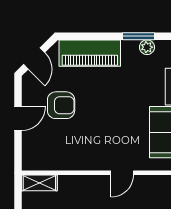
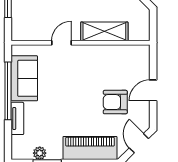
shelving: (39, 183) -> (104, 31), moved, width x1.50, depth x1.33

